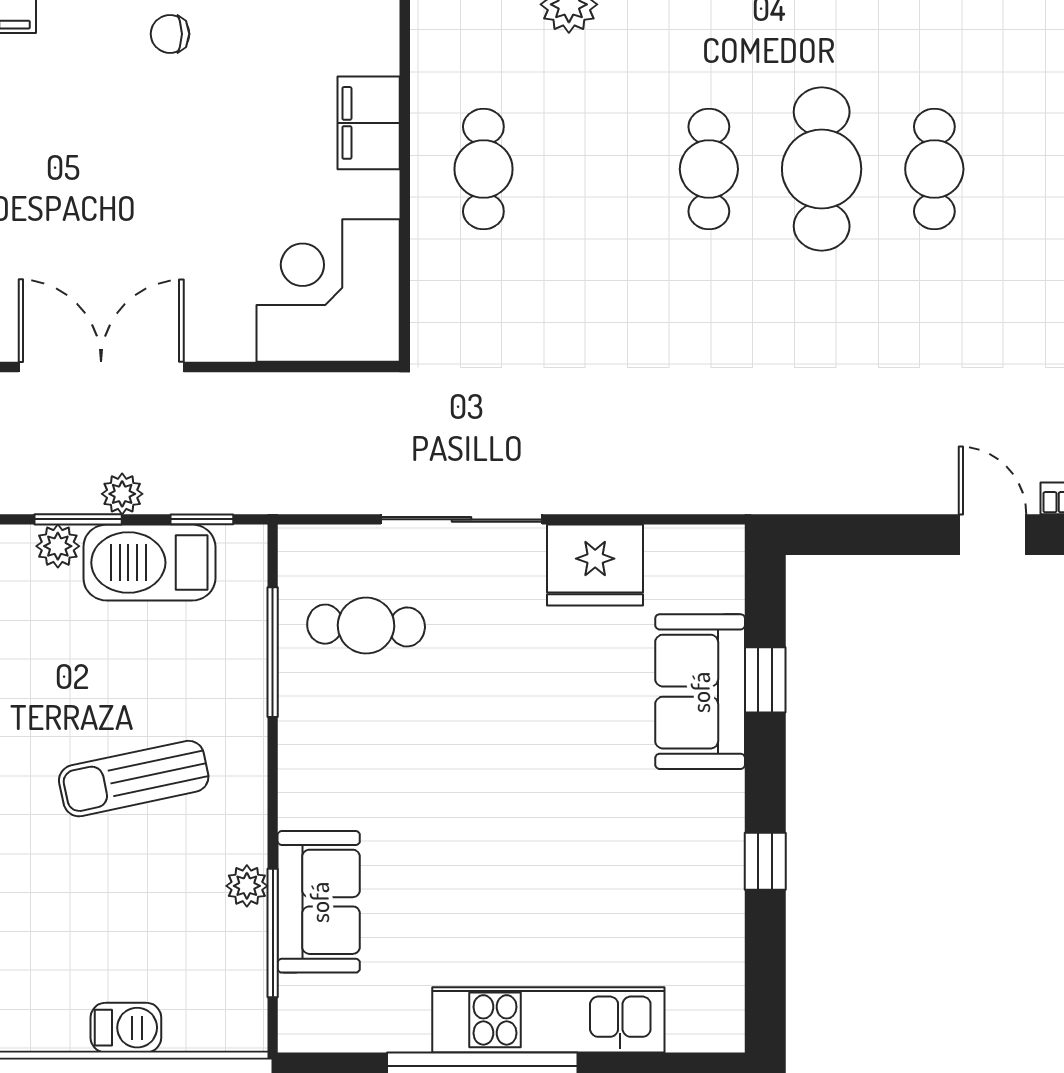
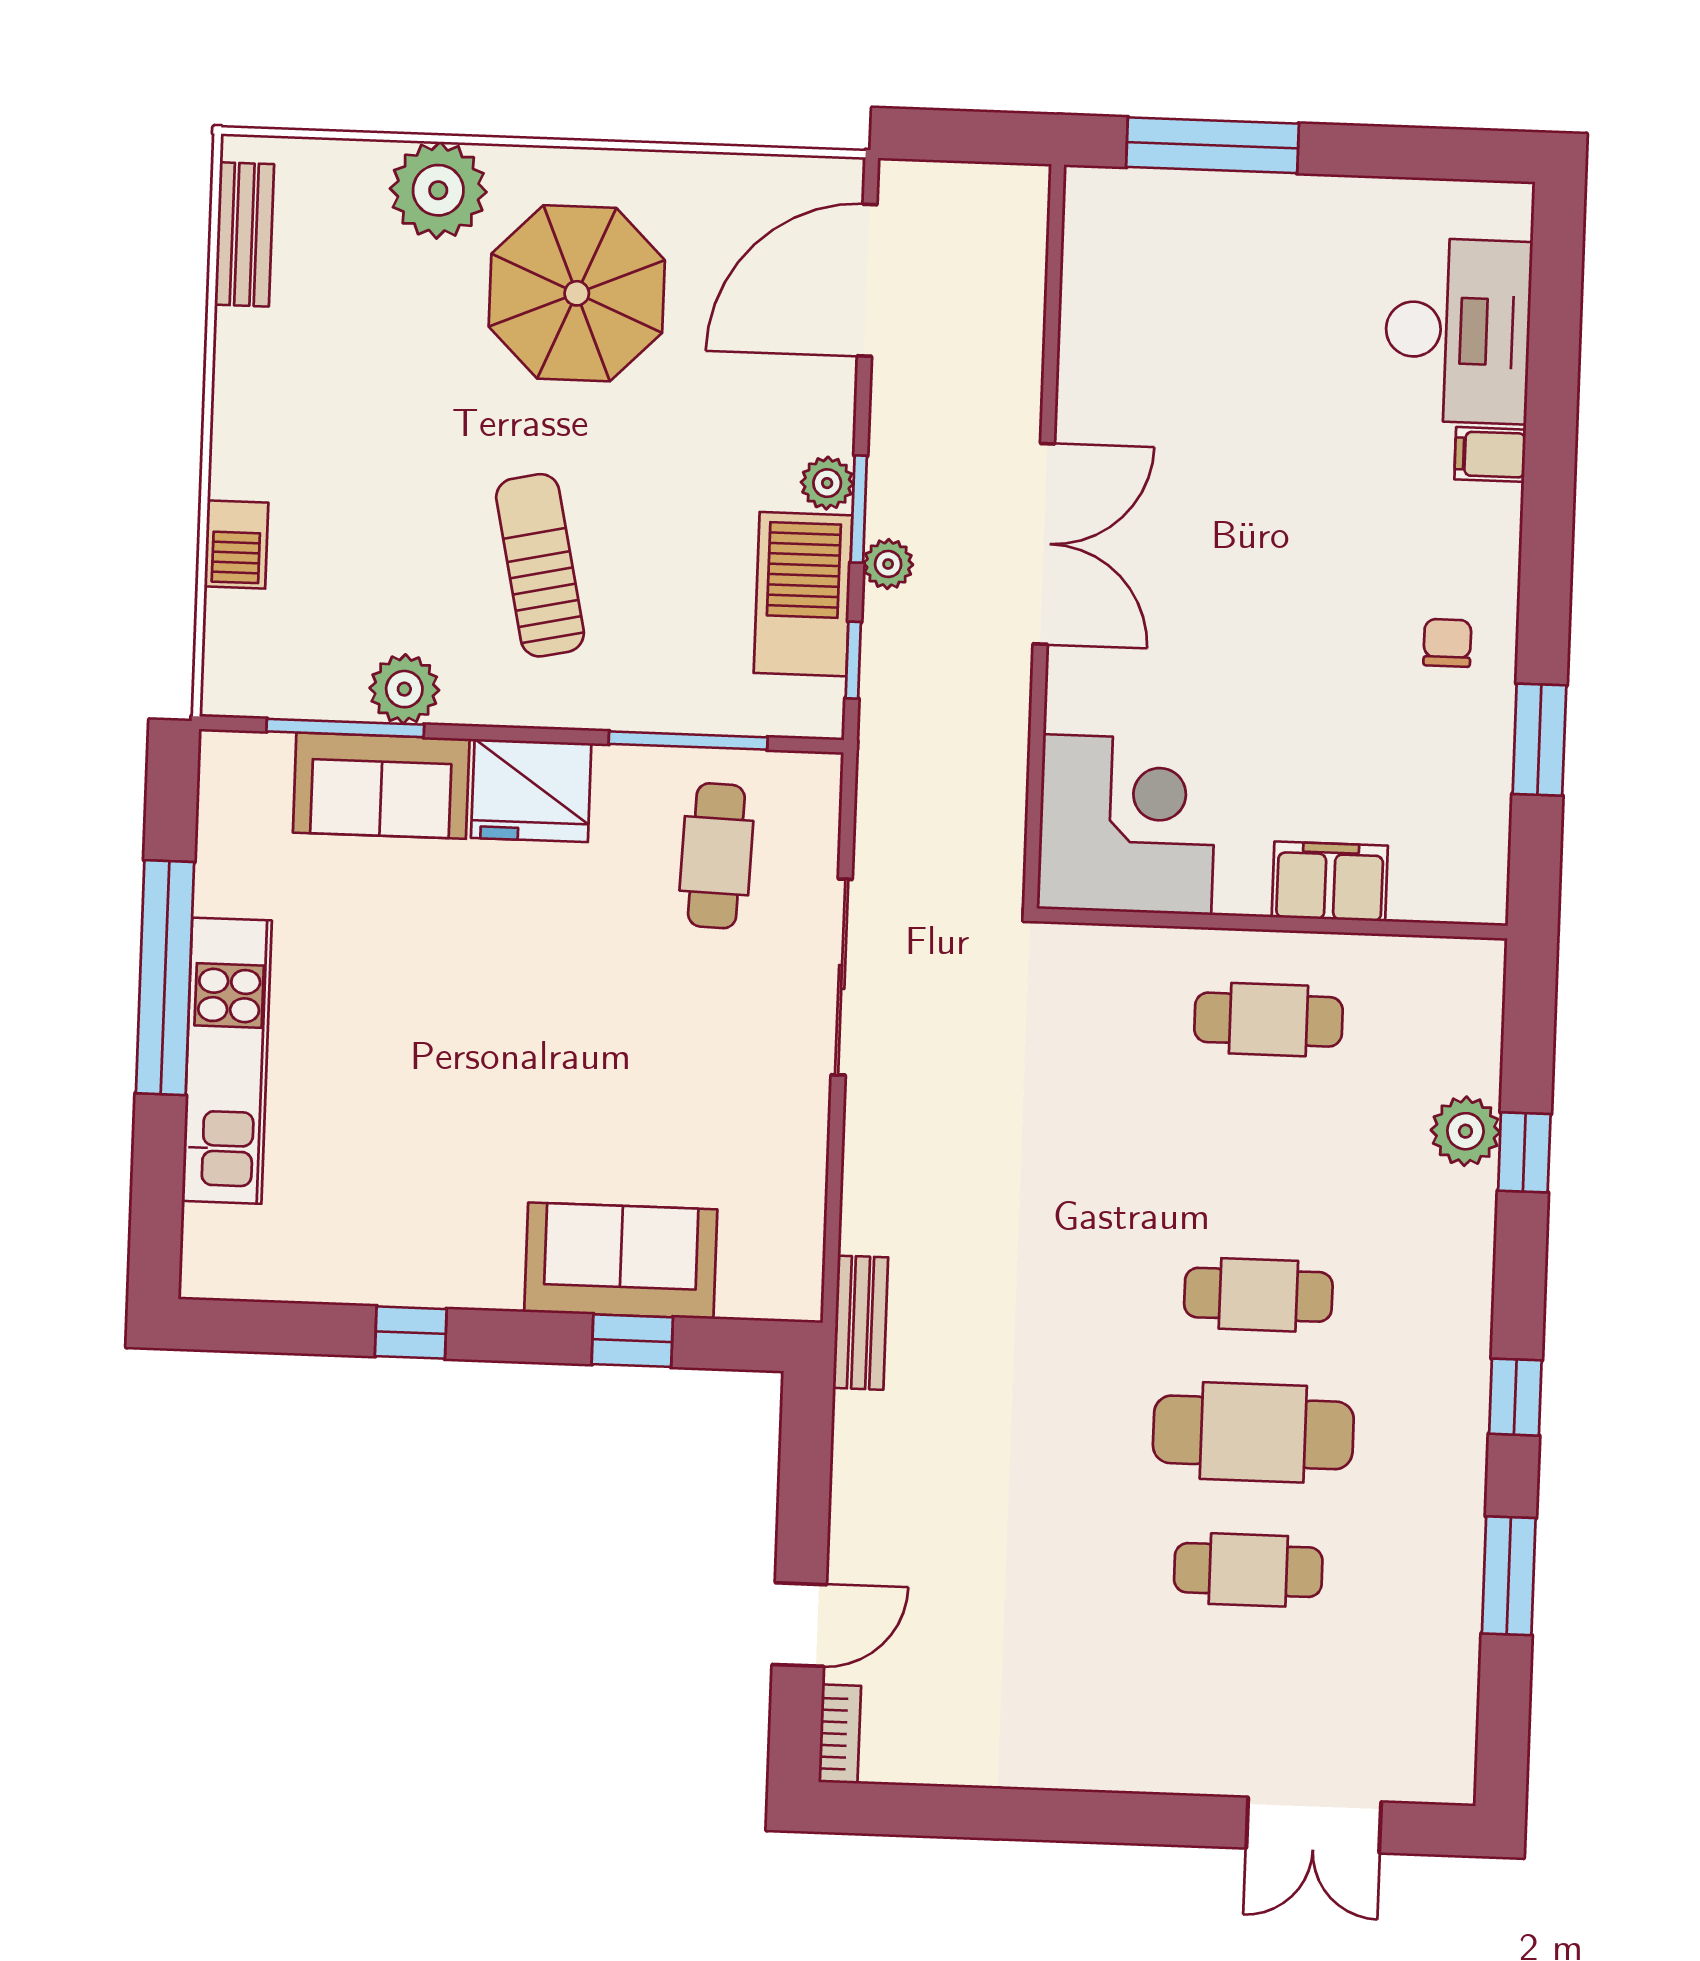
bench: (744, 494) -> (861, 1323), added
fridge: (595, 565) -> (531, 791), moved, turned -90
plant: (247, 886) -> (404, 689), width x1.38, depth x1.38

